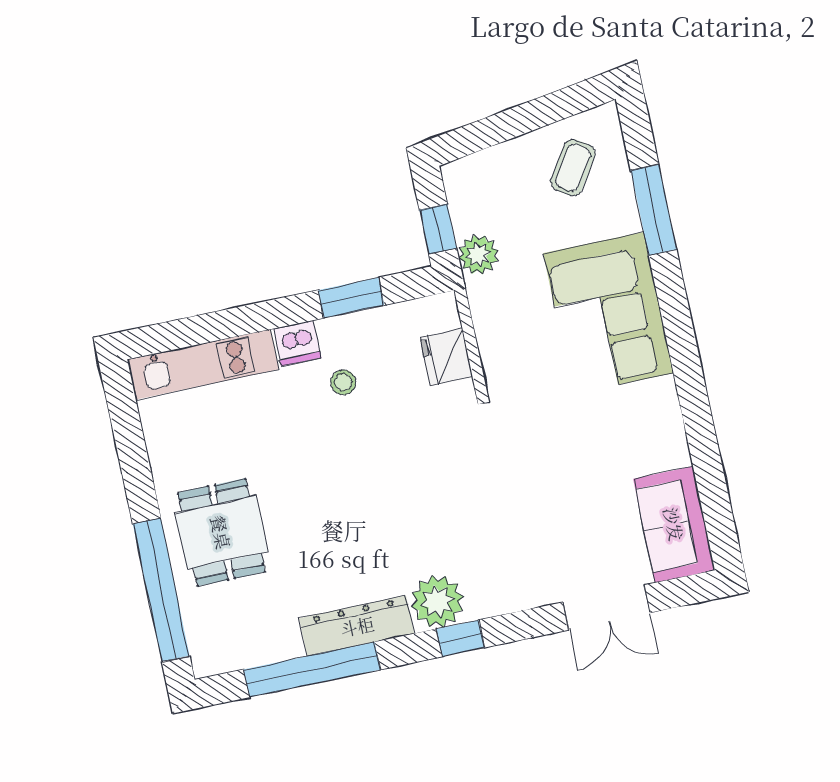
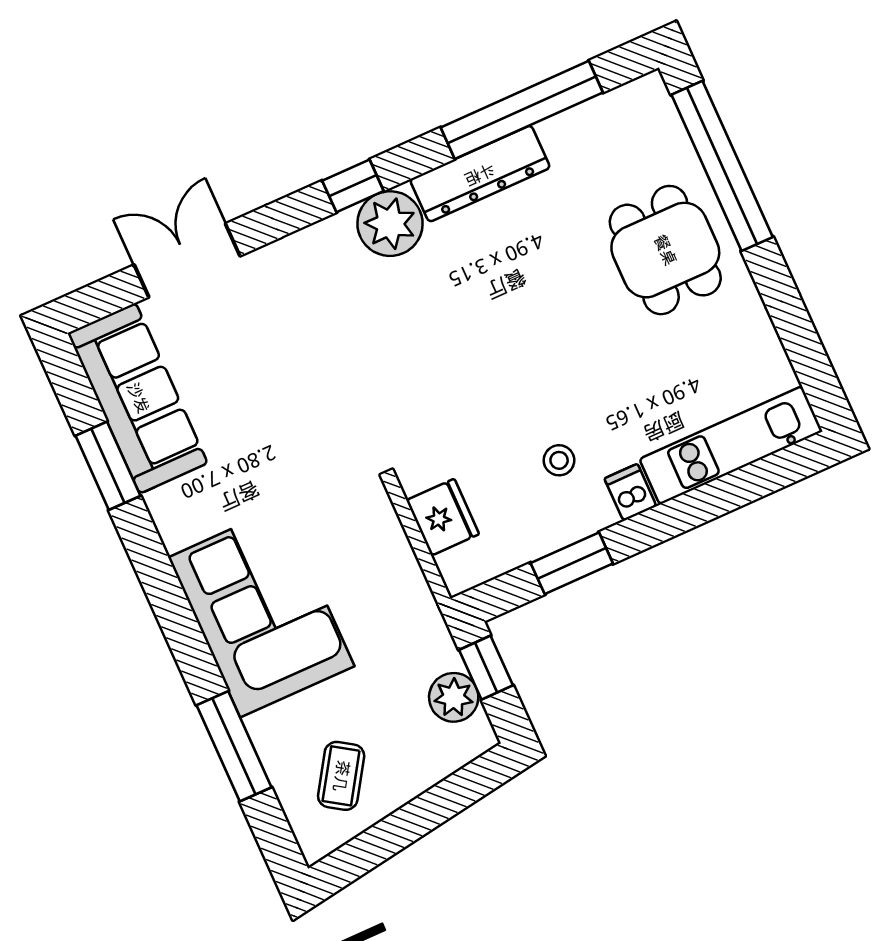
plant: (478, 255) -> (454, 697), moved
dishwasher: (297, 343) -> (630, 492), width x0.73
window: (706, 457) -> (108, 466), added
sofa: (674, 524) -> (138, 398), width x1.36

